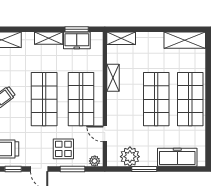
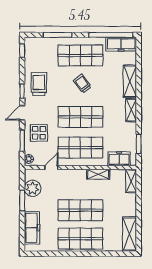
shelving: (49, 38) -> (131, 110), moved
freezer: (77, 40) -> (119, 159), moved, turned 90

